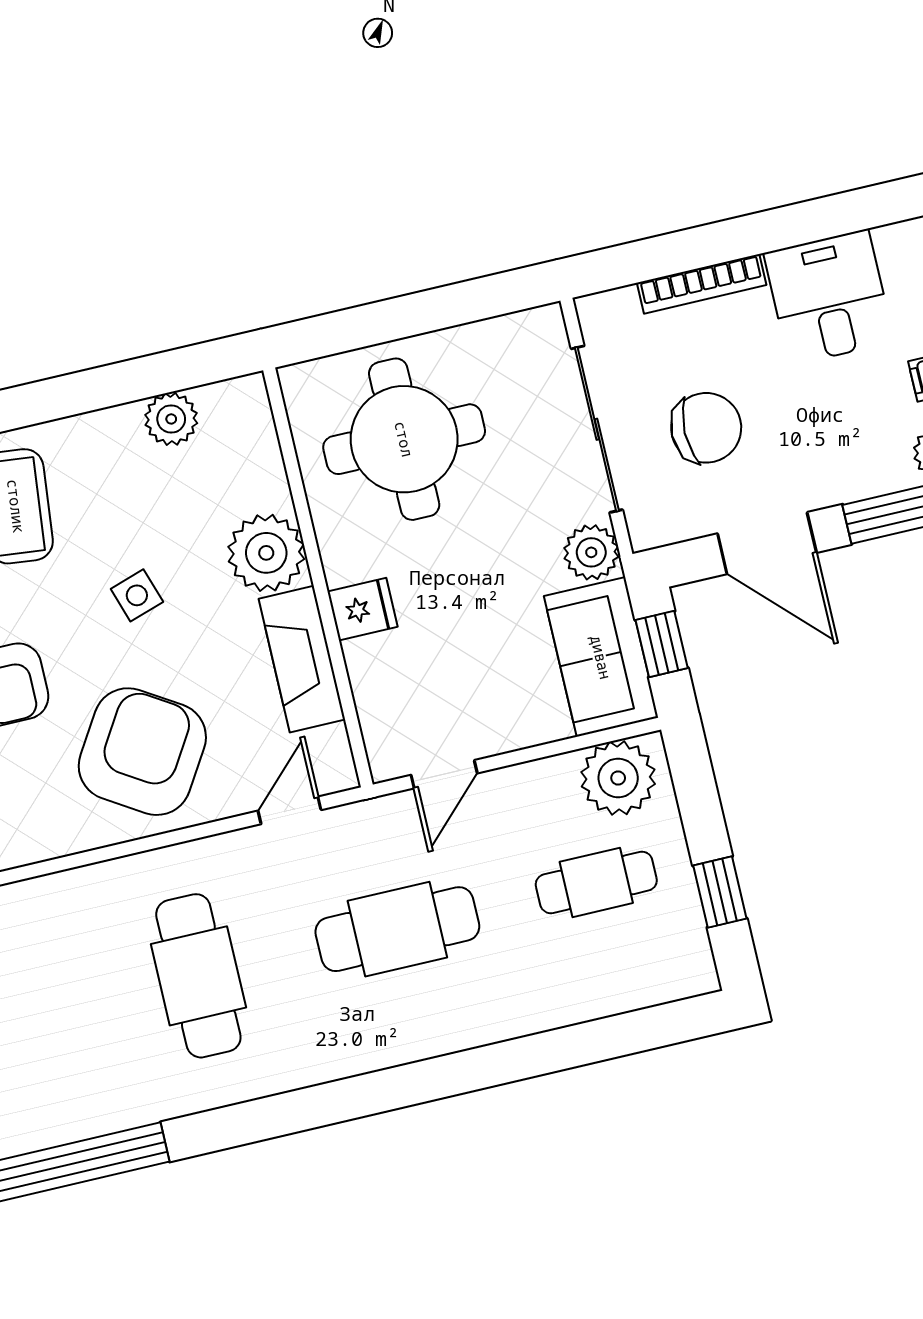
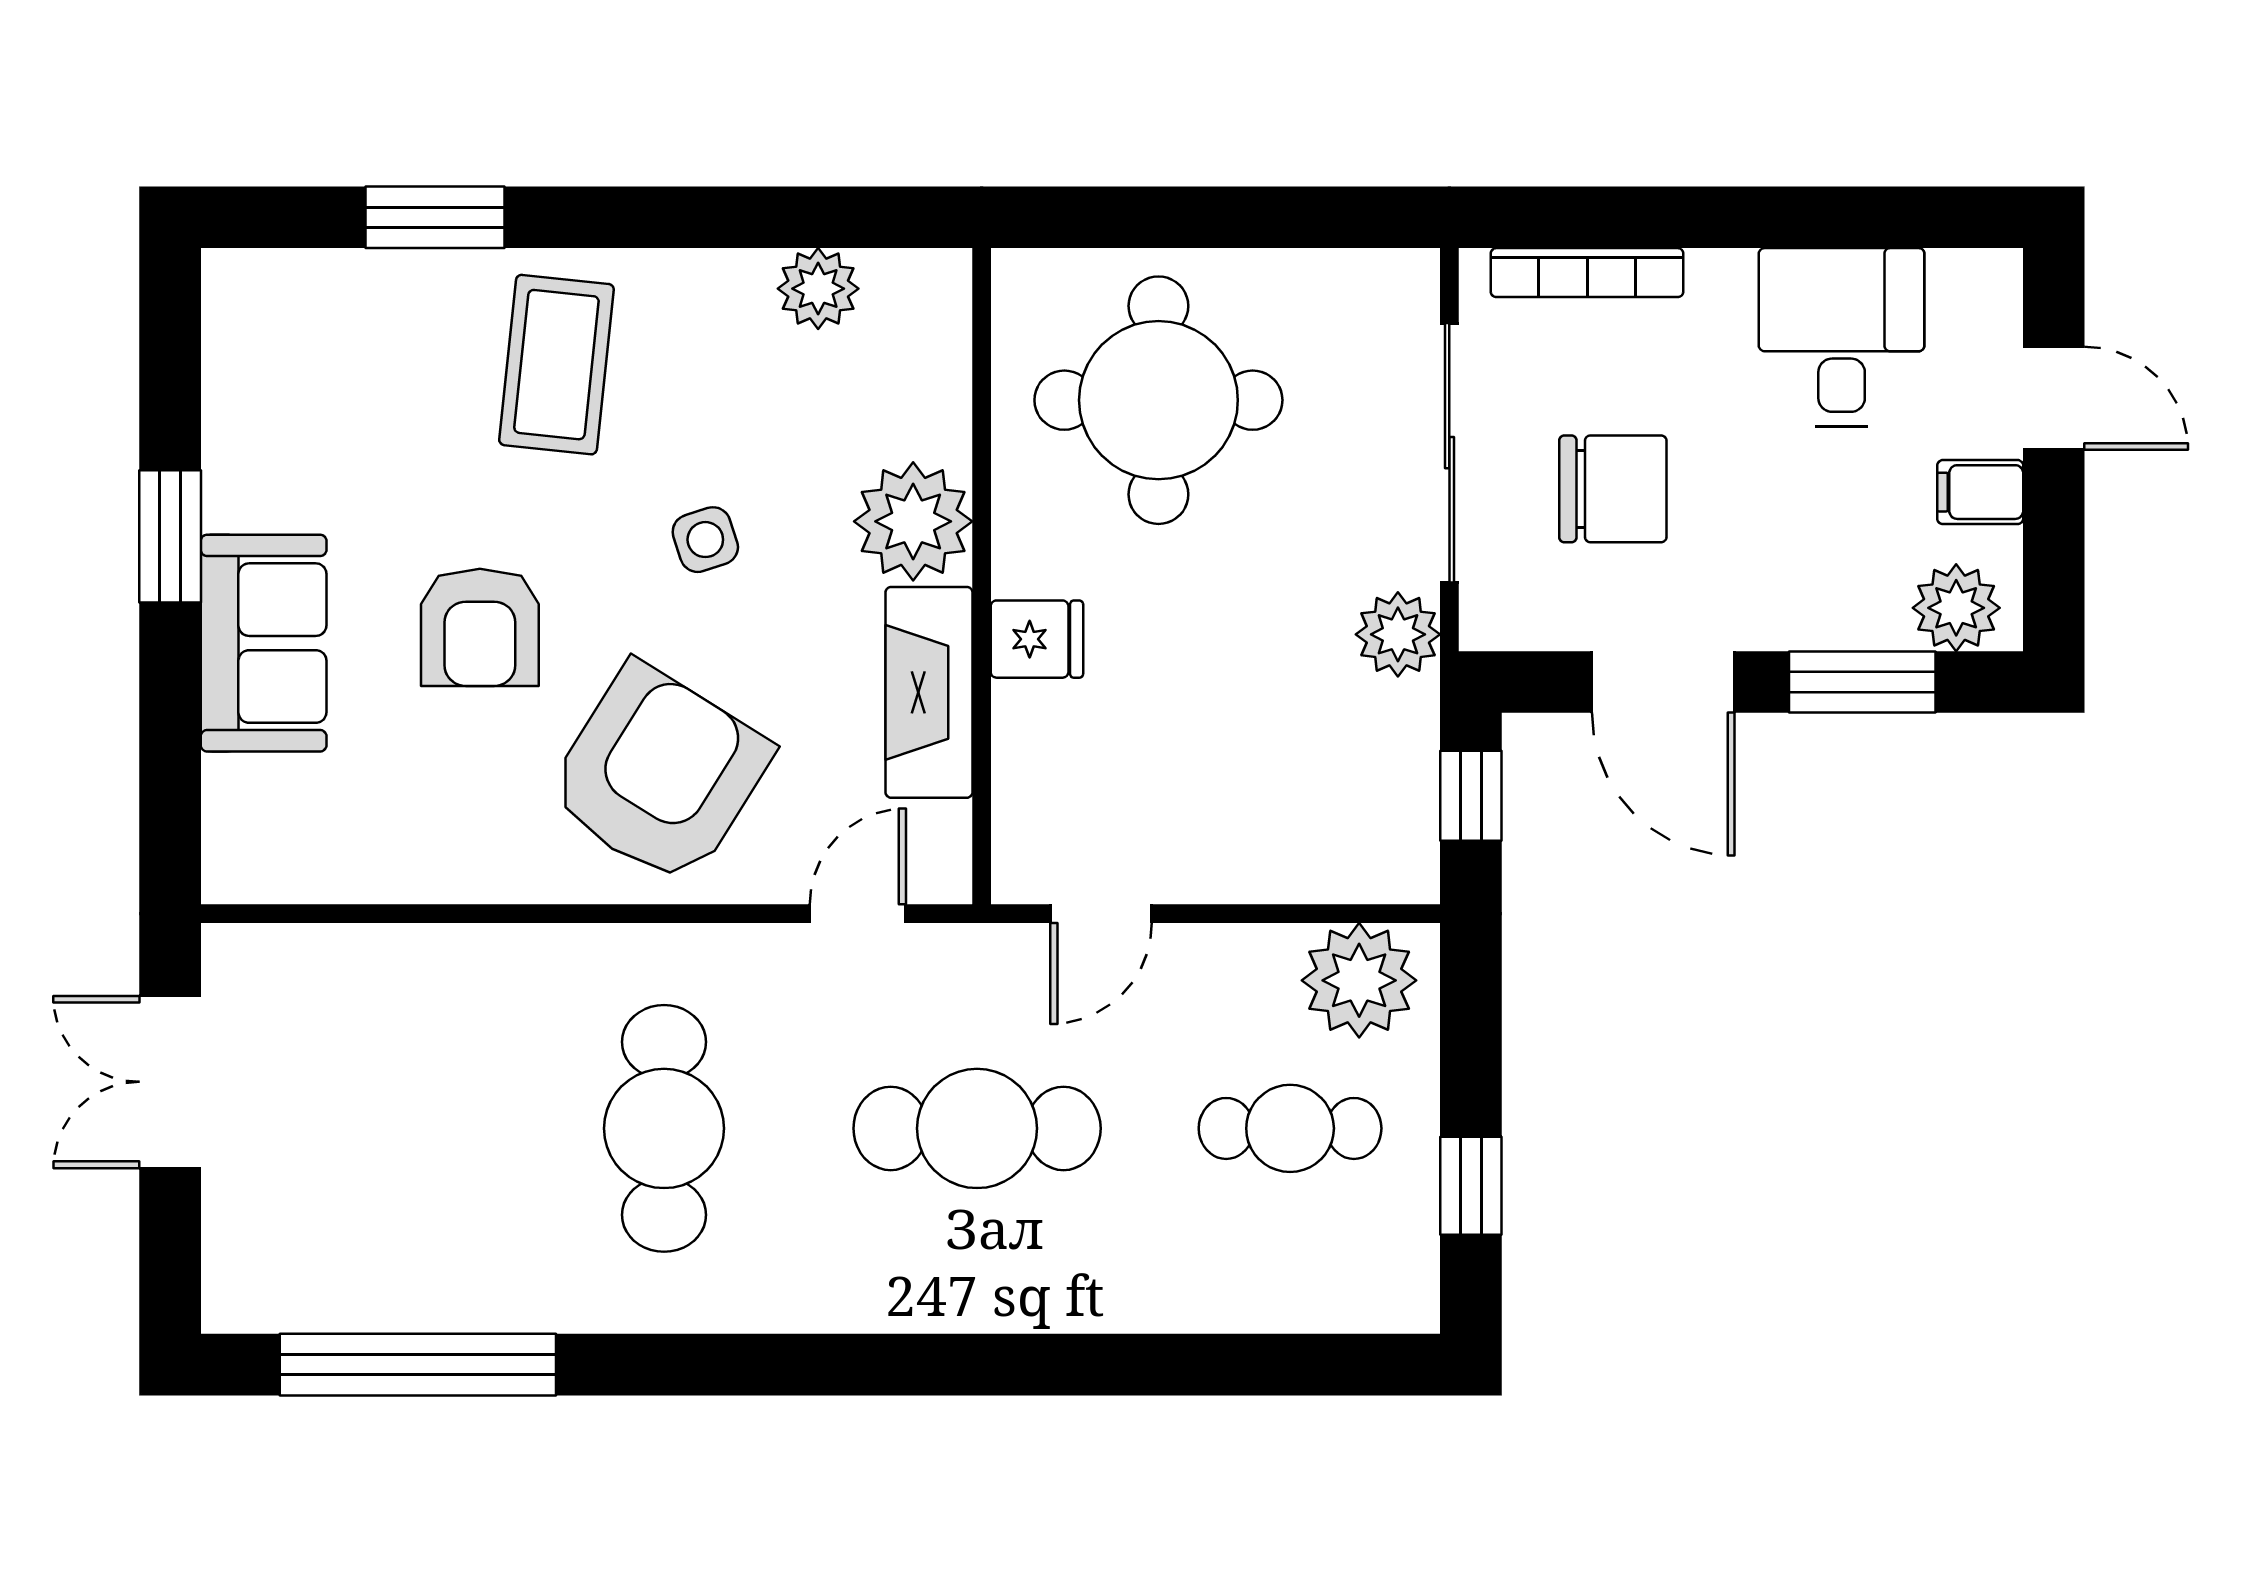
bookcase: (702, 284) -> (1587, 273), moved
sofa: (601, 657) -> (1376, 794), removed

